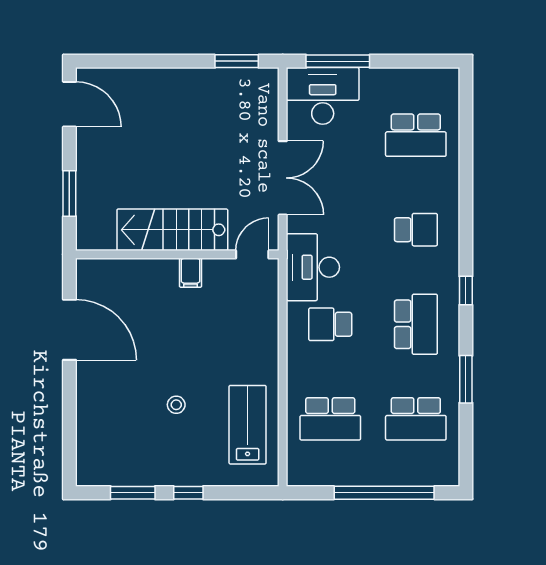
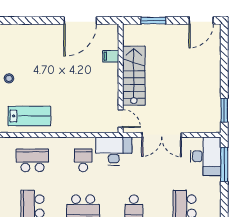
filing cabinet: (191, 273) -> (111, 56), moved
stool: (176, 405) -> (9, 78), moved
school desk: (330, 419) -> (32, 160), turned 90

